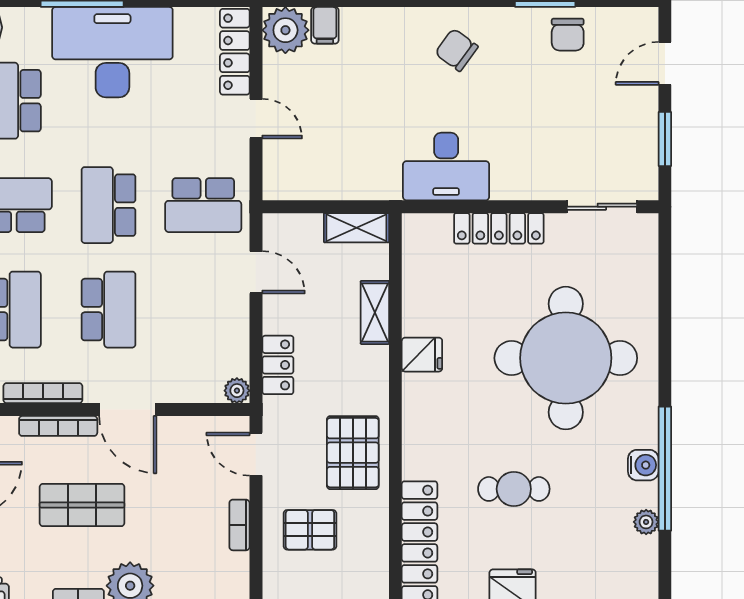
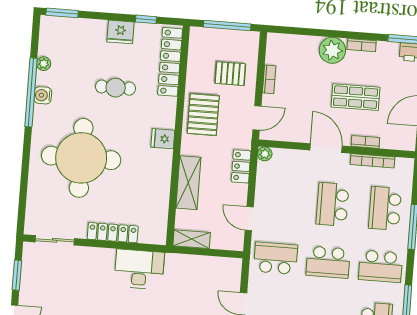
school desk: (109, 205) -> (328, 262), turned 90
shelving: (375, 312) -> (188, 183), width x1.50, depth x1.33
fridge: (422, 355) -> (163, 139), moved
bookcase: (58, 426) -> (365, 142), width x0.64
door: (256, 454) -> (257, 118), hinge flipped

